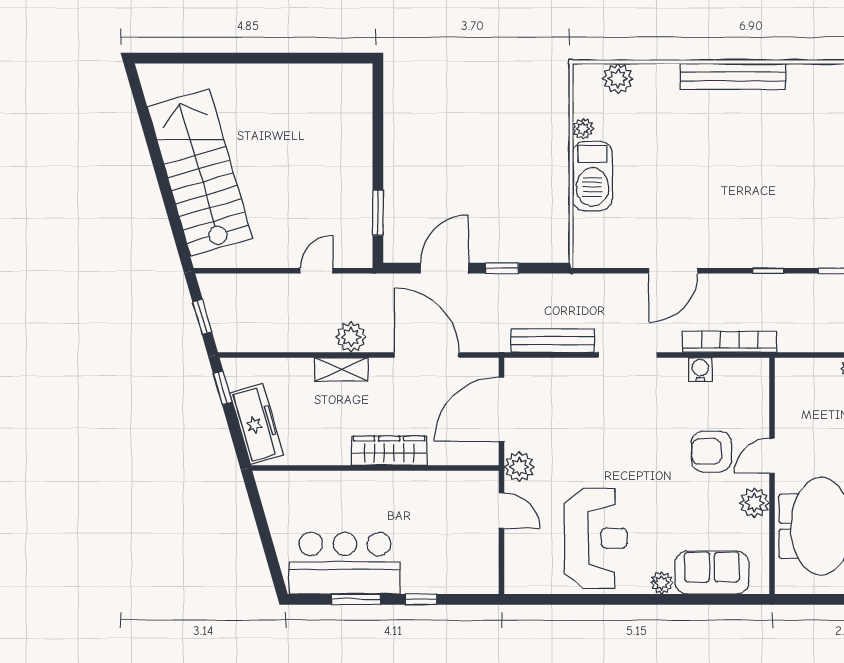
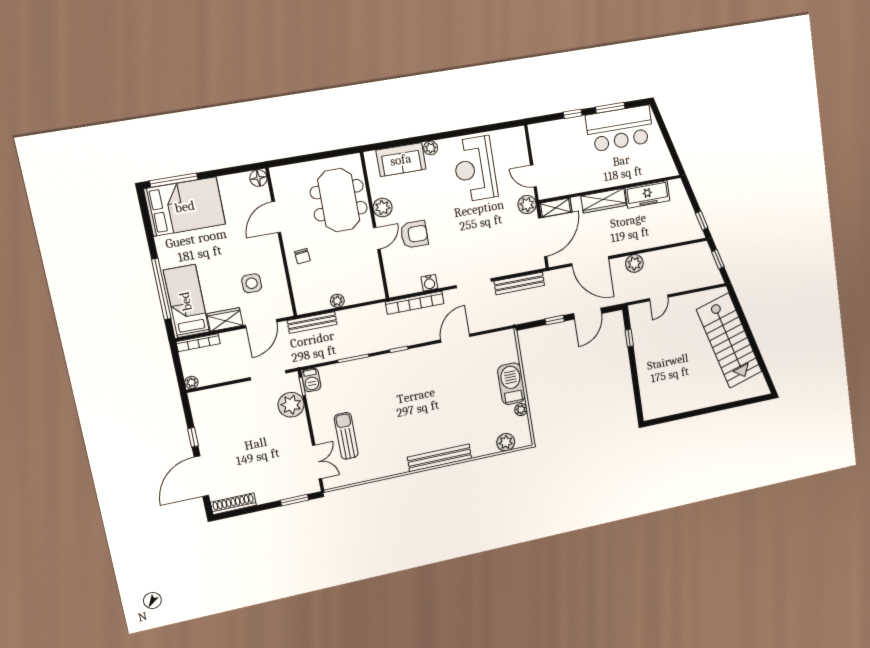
window: (378, 213) -> (629, 338), width x0.67
shelving: (341, 369) -> (556, 208), moved
freezer: (257, 424) -> (647, 194), moved, turned -74

